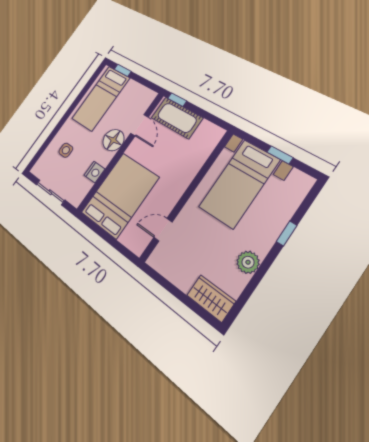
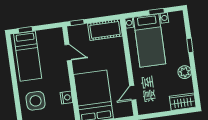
cot: (177, 118) -> (105, 30), moved
floor lamp: (113, 140) -> (60, 72), removed
side table: (66, 150) -> (36, 101), width x1.87, depth x1.87

